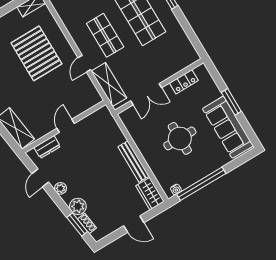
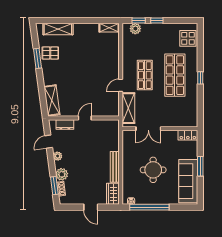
pallet: (36, 53) -> (94, 60), removed
locker: (184, 82) -> (188, 135), moved

